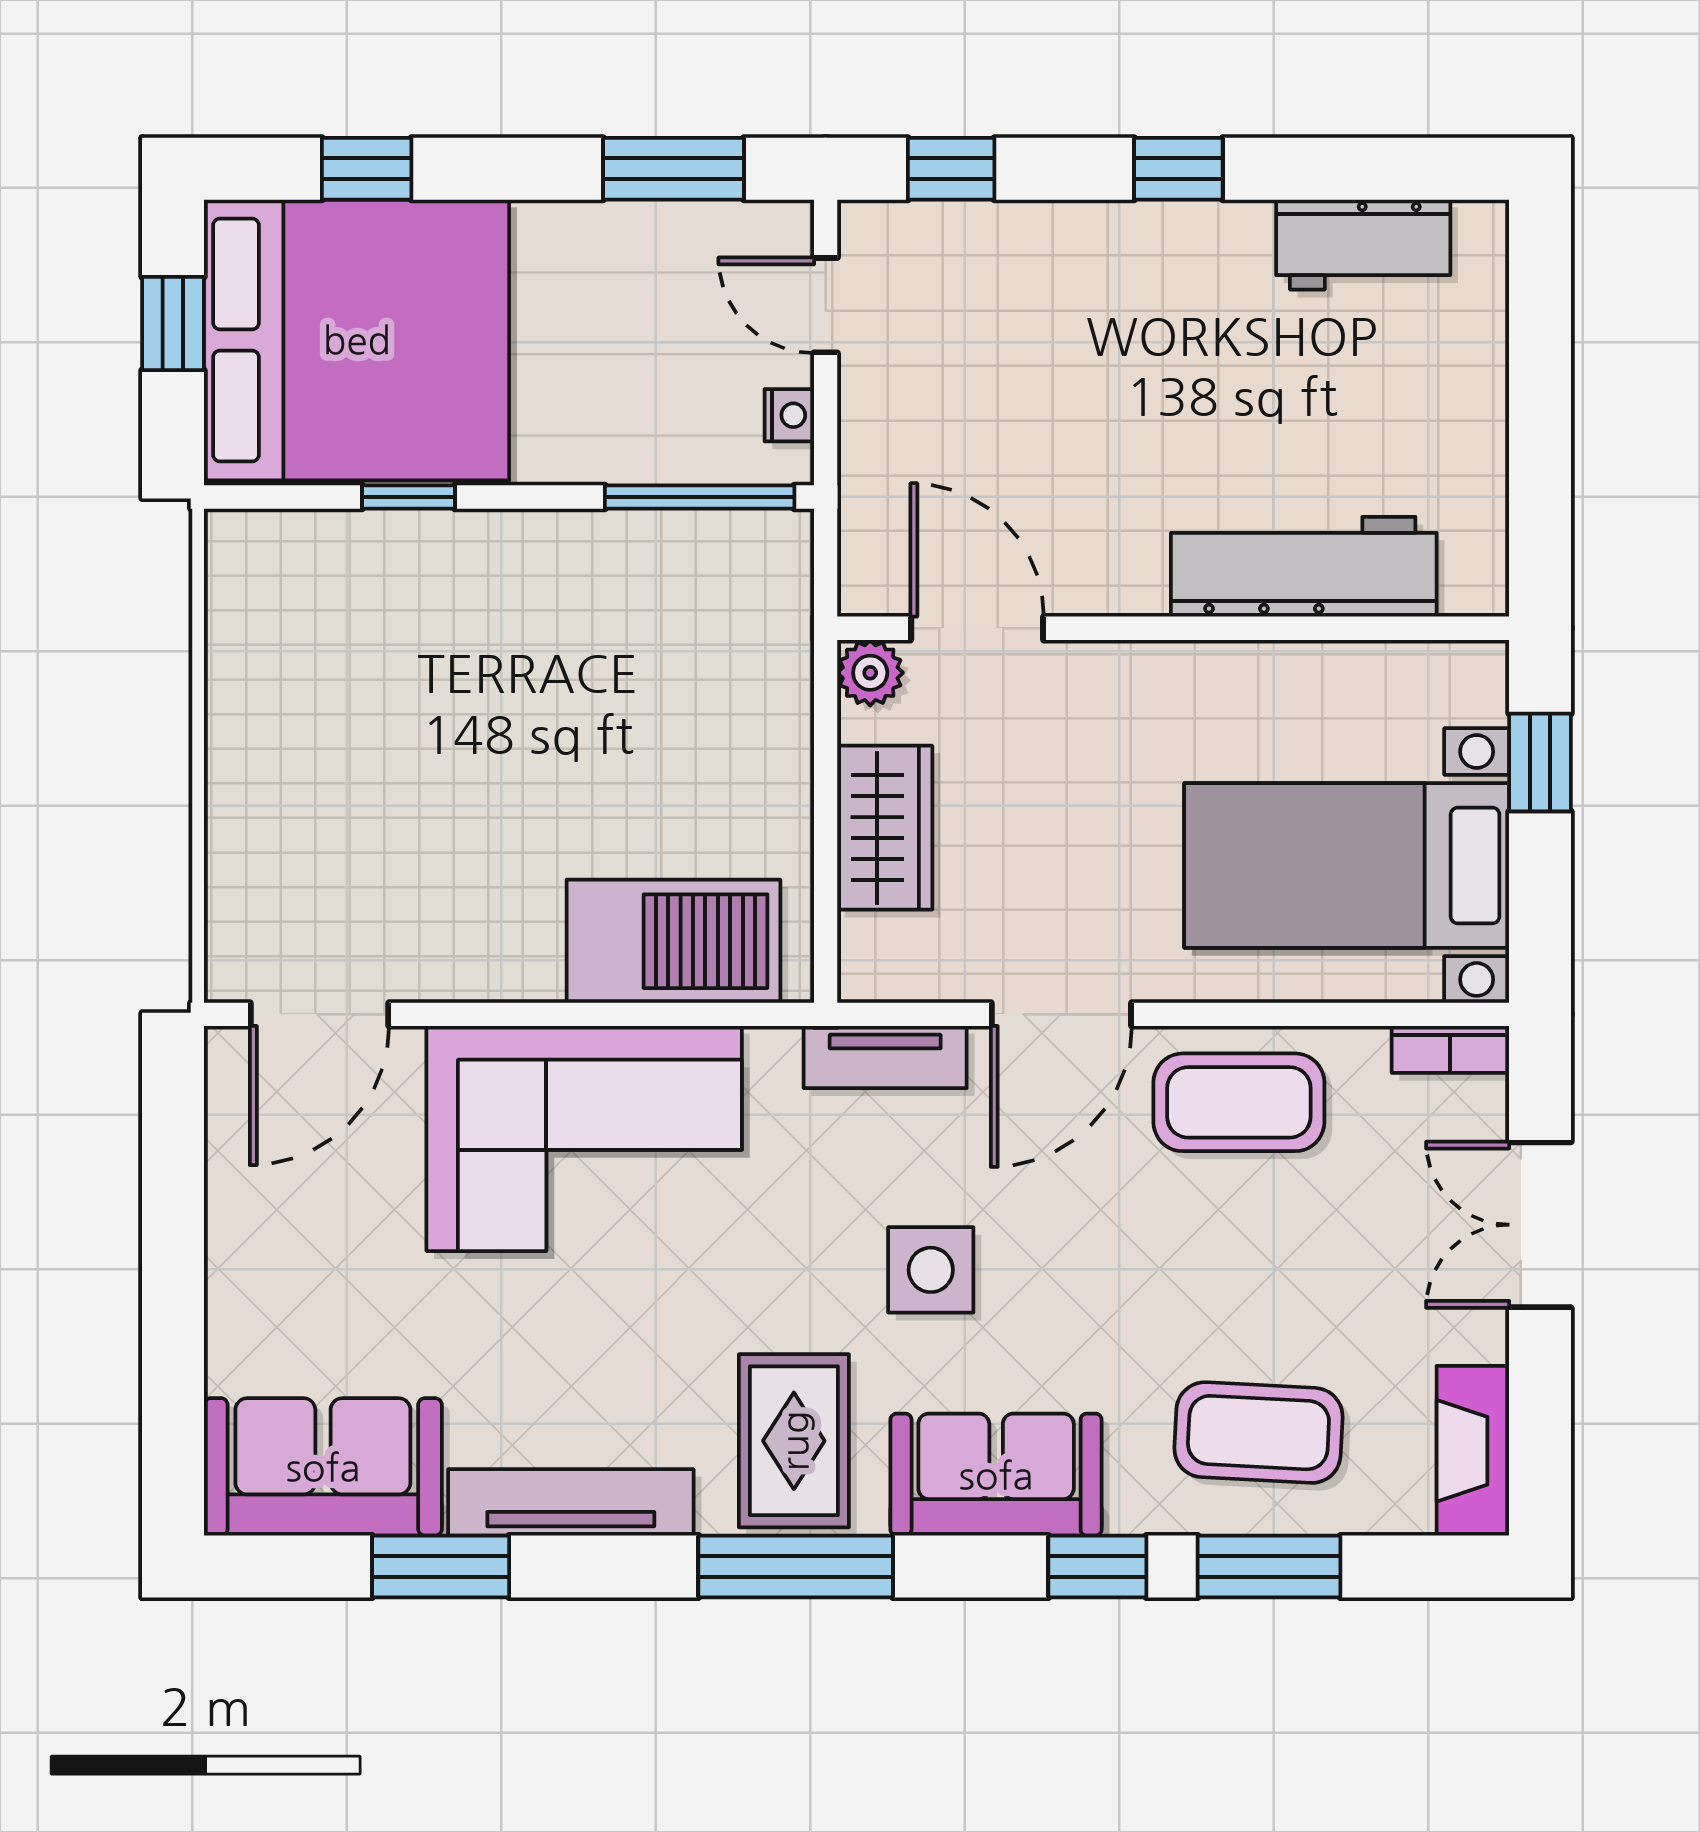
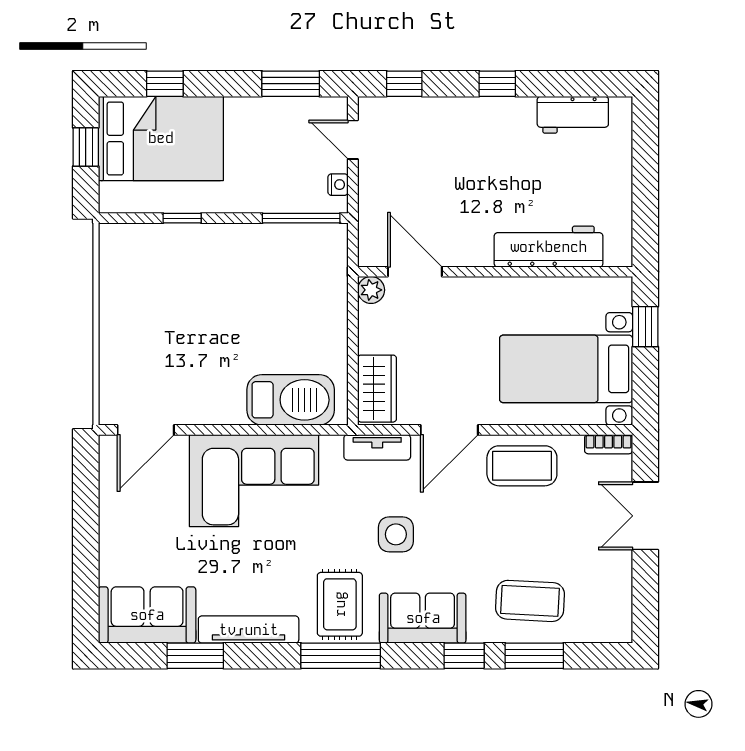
bed: (357, 340) -> (161, 138), width x0.73
wardrobe: (885, 828) -> (377, 389), moved
fireplace: (1473, 1451) -> (618, 608), removed

